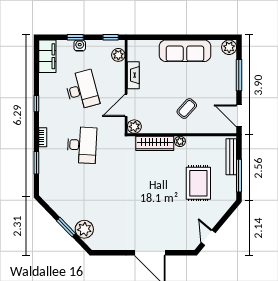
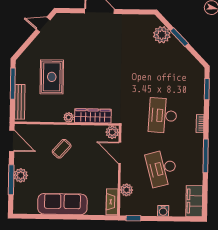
window: (75, 37) -> (167, 219), removed
plant: (229, 47) -> (21, 175), moved
plant: (118, 55) -> (127, 190), moved
fireplace: (133, 75) -> (112, 202), moved
window: (36, 104) -> (206, 156), width x2.17
door: (126, 105) -> (120, 153), swing flipped
window: (36, 163) -> (207, 89), moved
door: (208, 238) -> (43, 25), swing flipped

